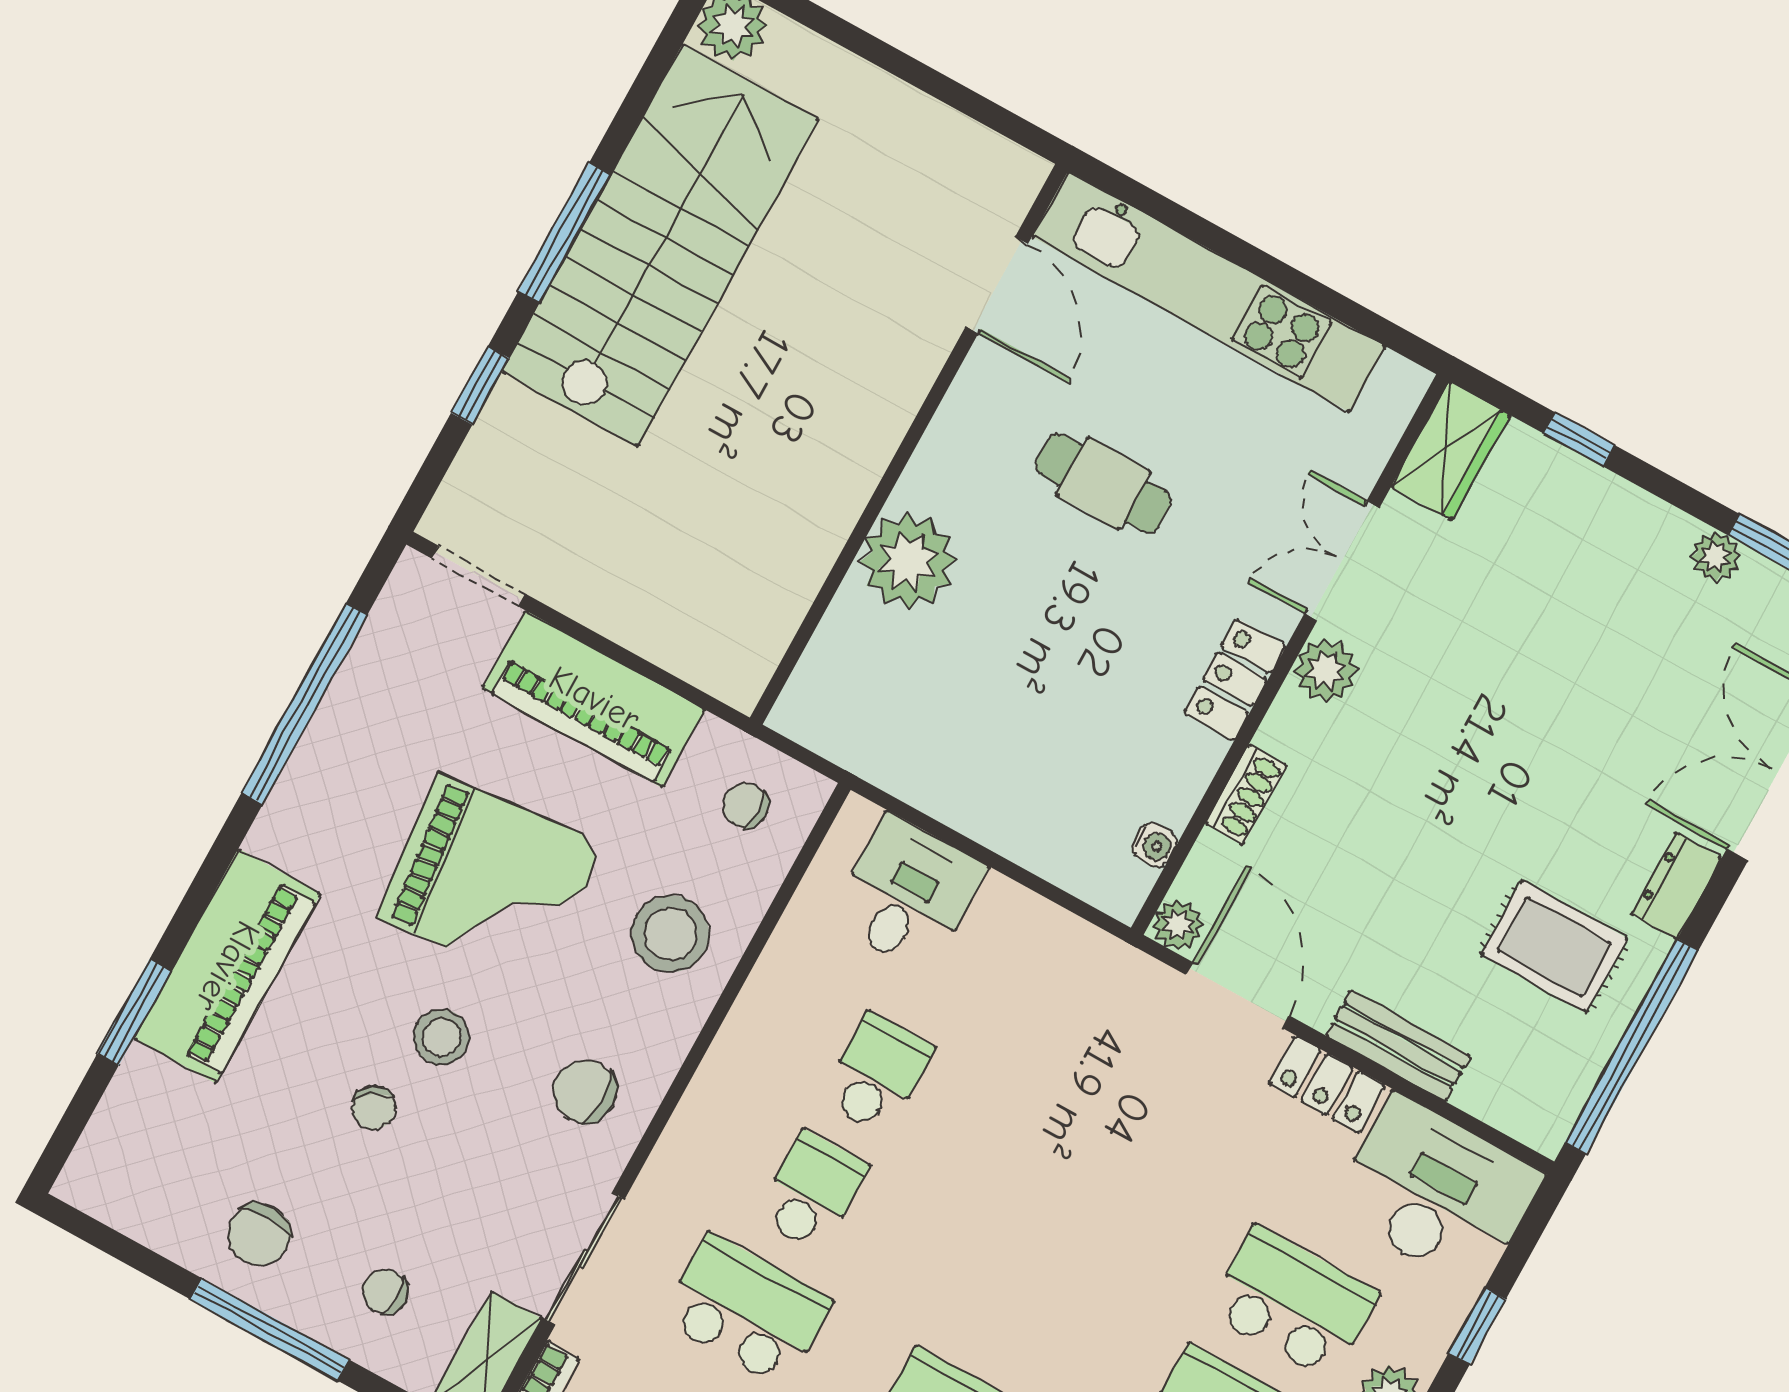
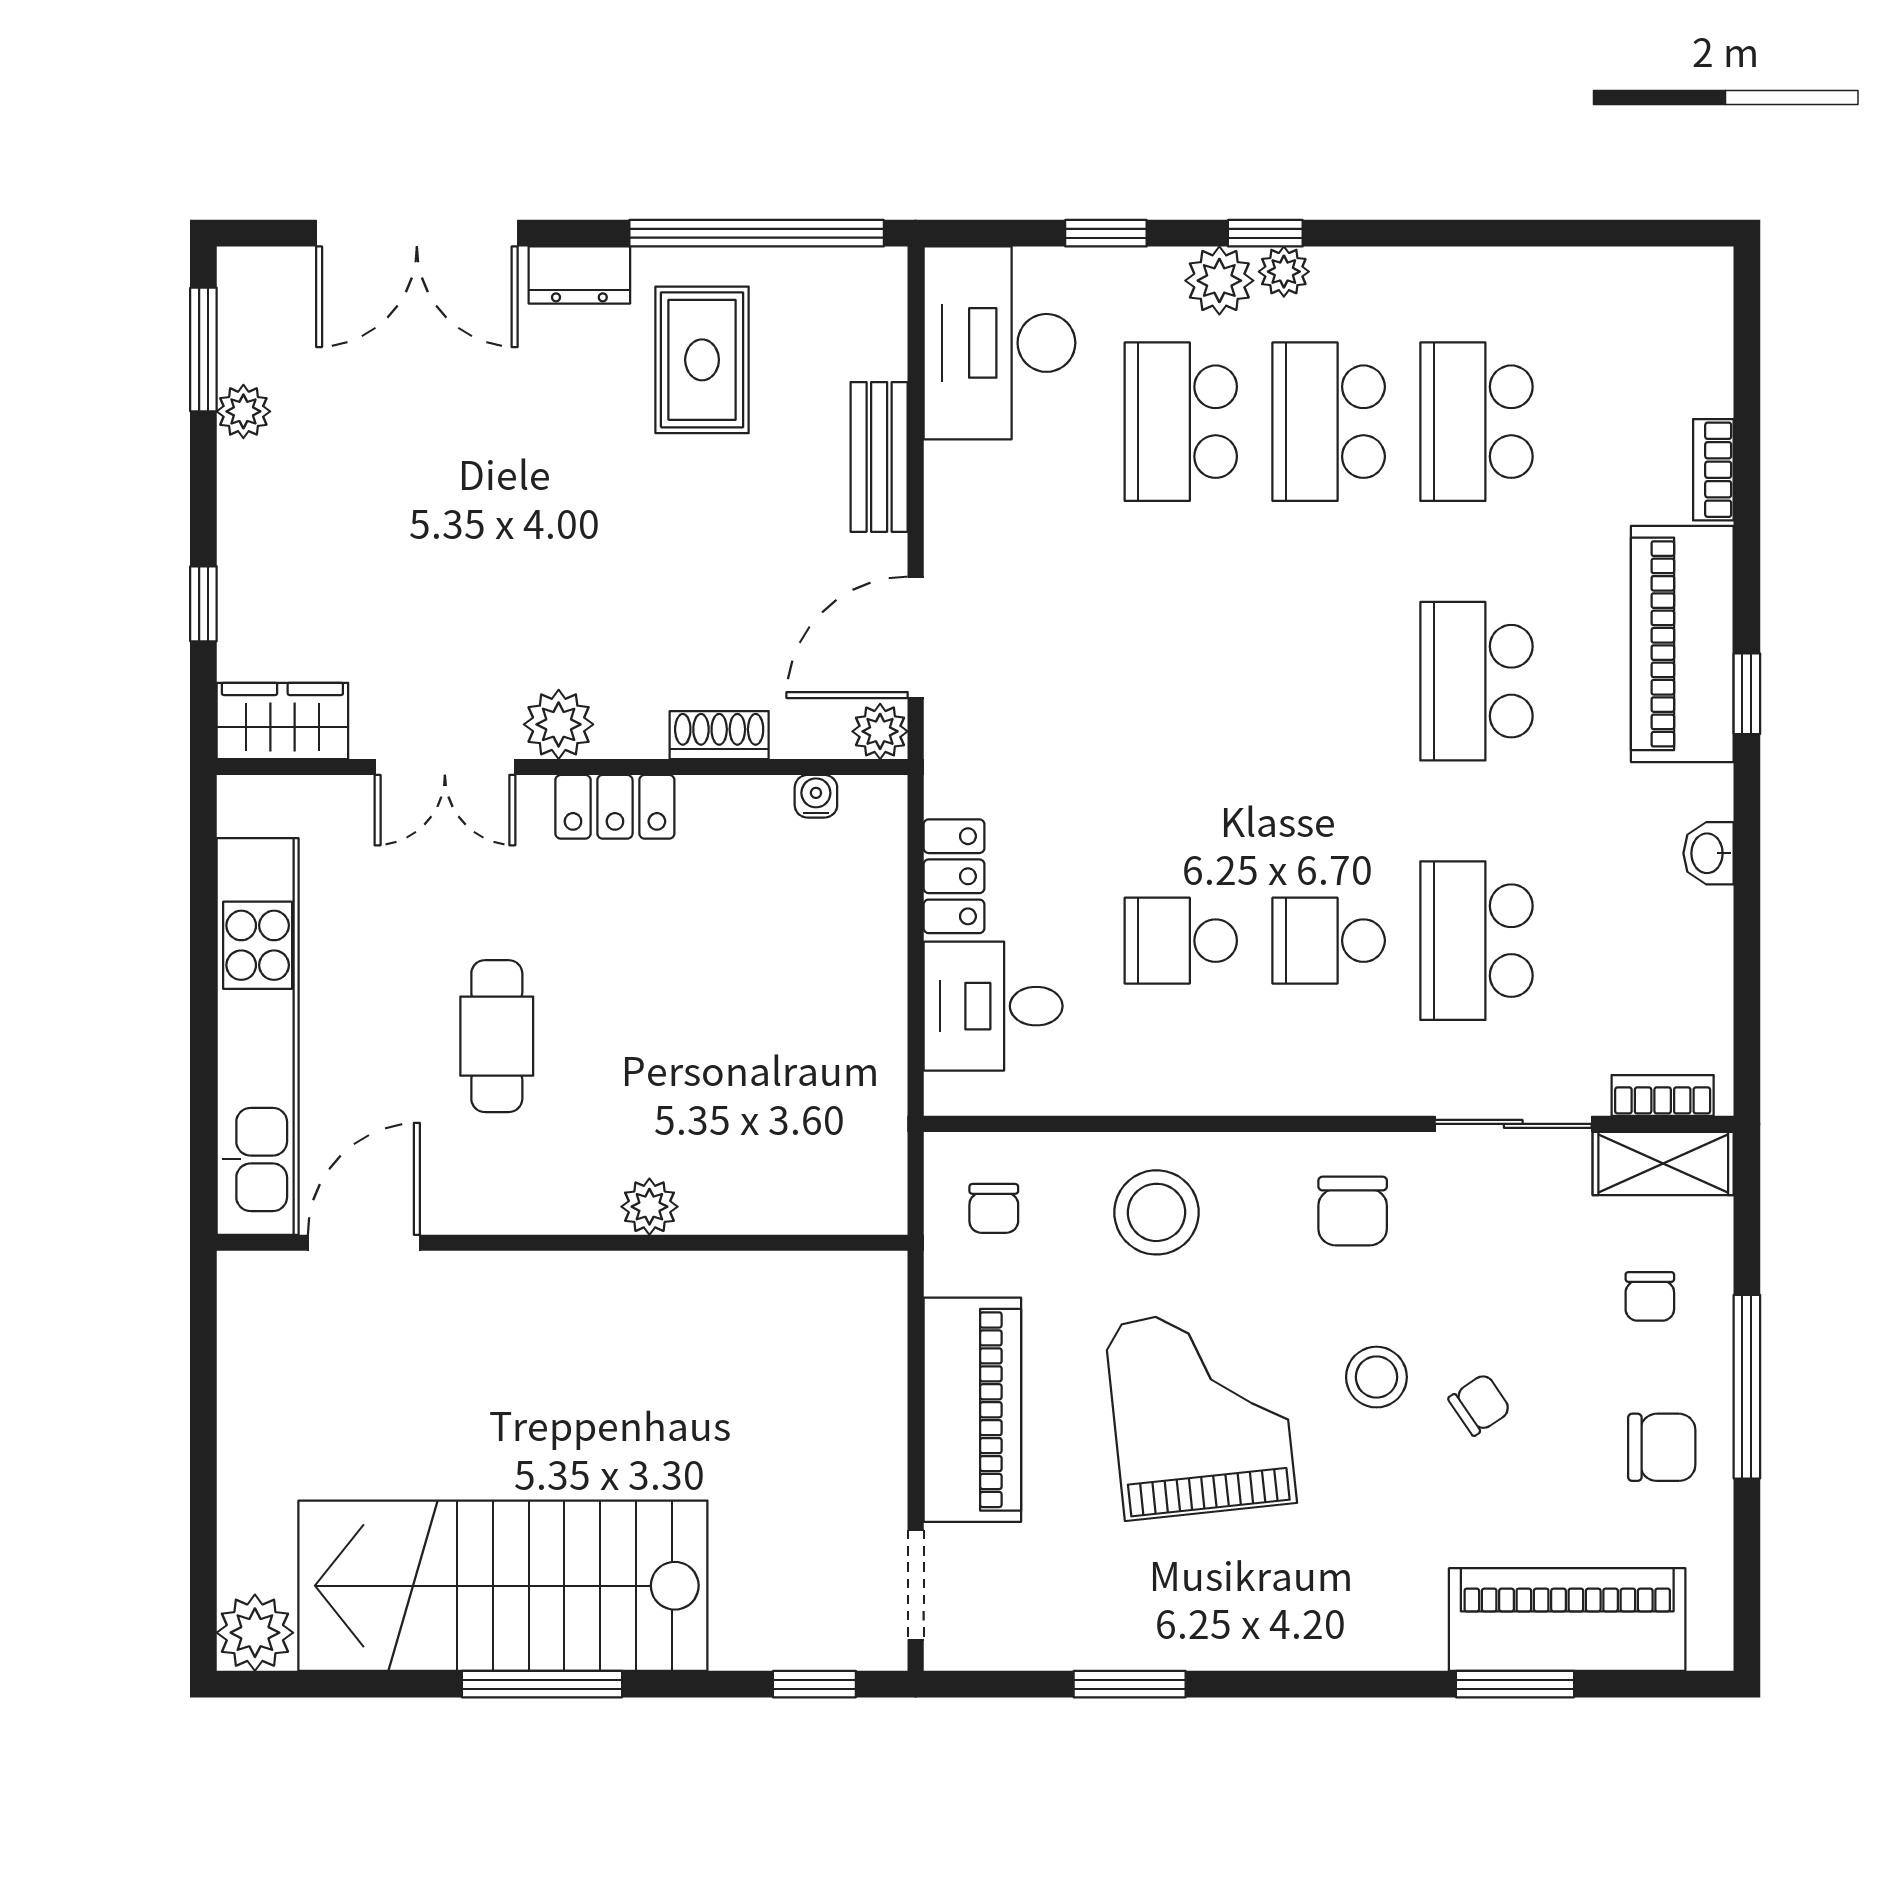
window: (480, 385) -> (814, 1684), moved
plant: (908, 561) -> (649, 1207), width x0.53, depth x0.53
window: (304, 704) -> (1130, 1684), width x0.47
piano: (227, 966) -> (1567, 1620), moved
locker: (1327, 1084) -> (954, 876), moved

